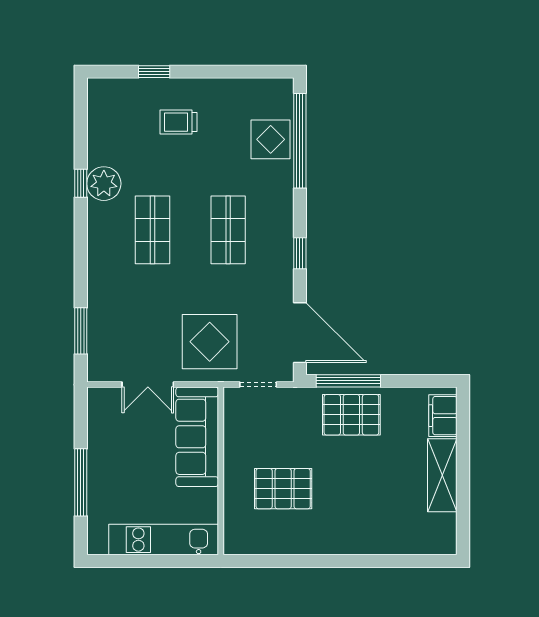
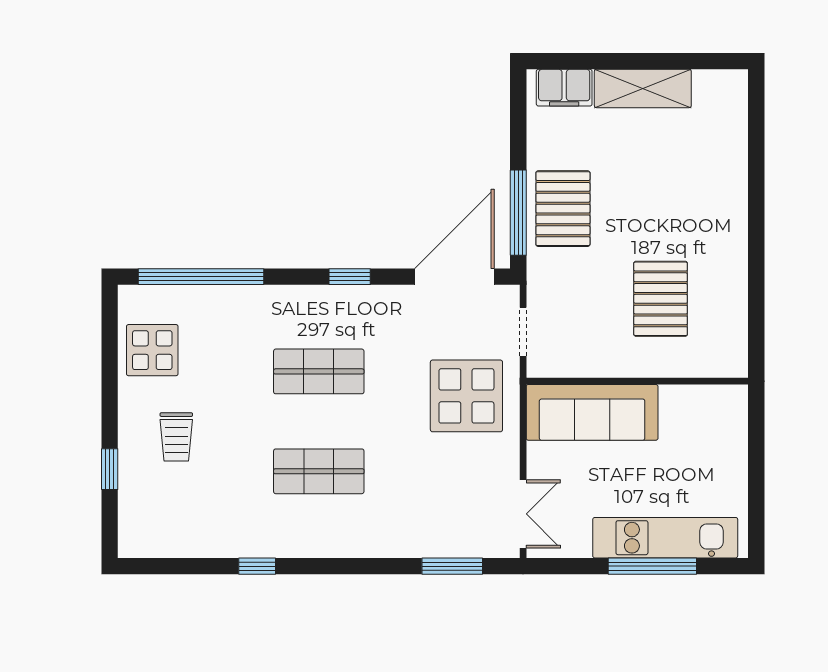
display table: (271, 139) -> (152, 350), moved
plant: (104, 184) -> (258, 536), removed
double door: (148, 385) -> (523, 514), moved
kitchen unit: (164, 540) -> (665, 538), moved, turned 90

